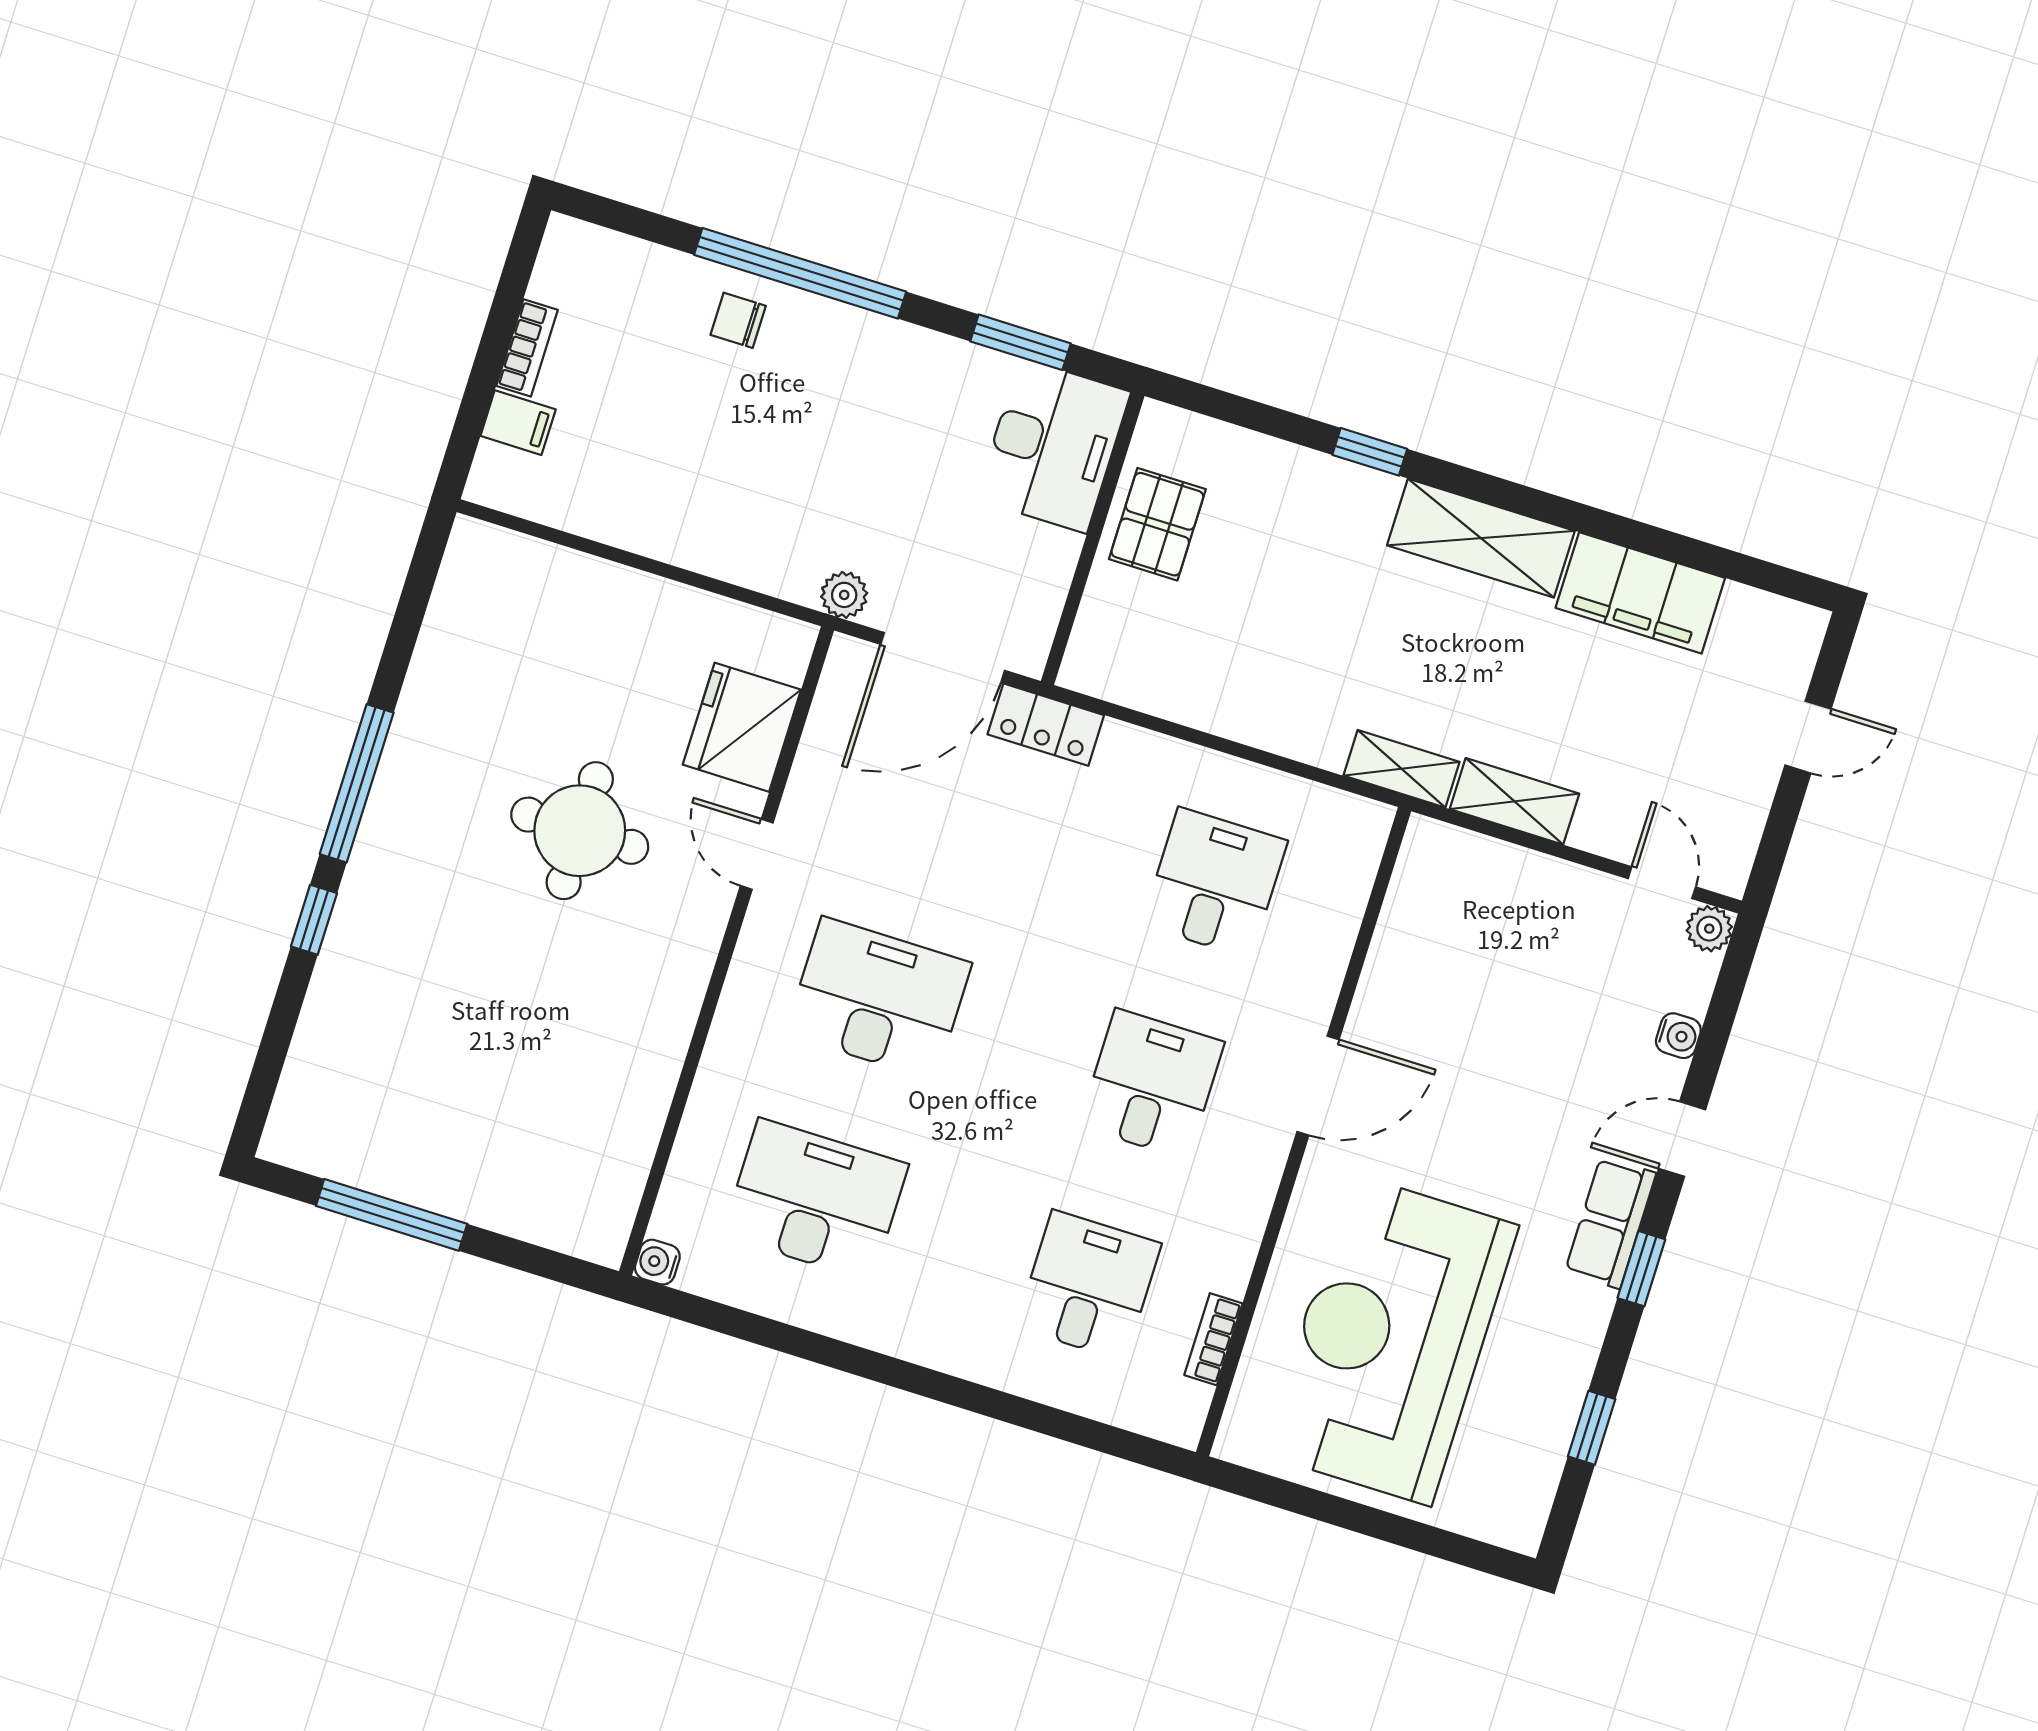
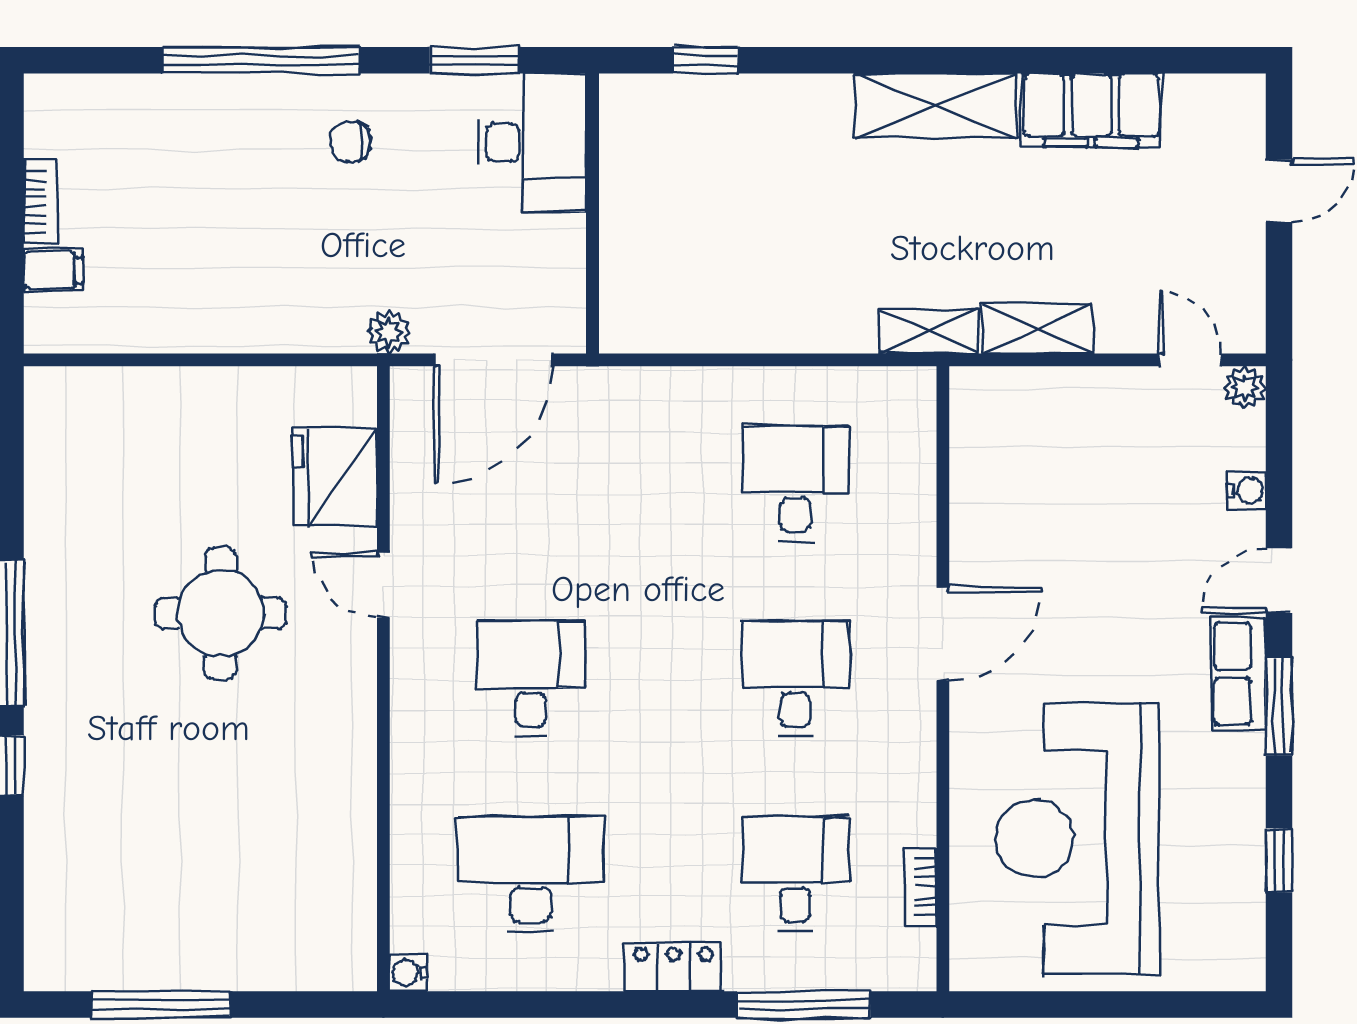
chair: (738, 320) -> (350, 142), moved
window: (1370, 452) -> (705, 60), moved
pallet: (1157, 524) -> (646, 183), removed
locker: (1046, 725) -> (674, 967), moved, turned 180
desk: (878, 998) -> (531, 679), width x0.73
window: (1641, 1269) -> (1279, 706), width x1.50
window: (1055, 1423) -> (804, 1004), added

